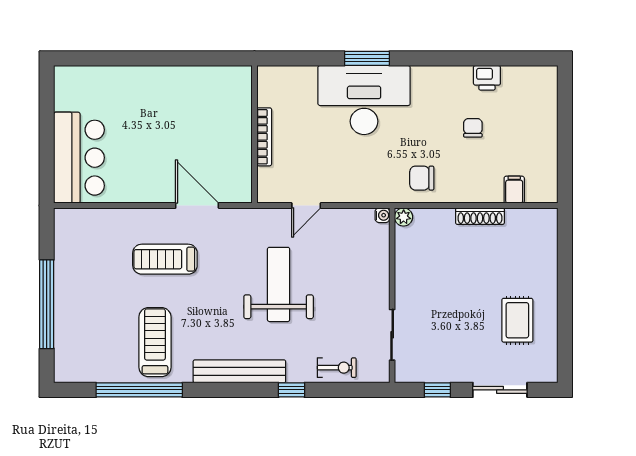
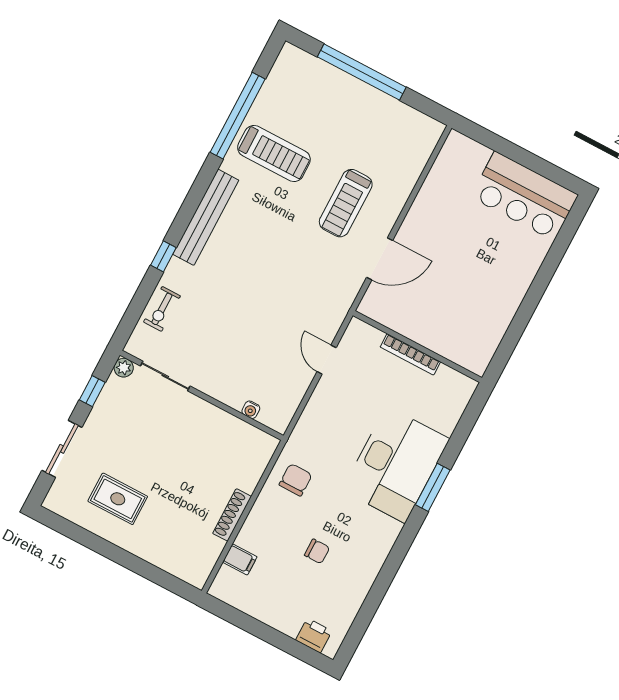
printer: (487, 78) -> (314, 635), moved, turned 90
bar counter: (79, 158) -> (524, 196), moved
water cooler: (382, 215) -> (251, 410), moved
plant: (404, 217) -> (124, 368), moved
treadmill: (165, 259) -> (346, 203), turned 180
weight bench: (279, 284) -> (267, 296), removed

